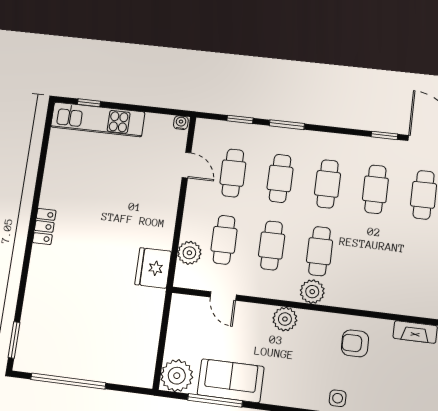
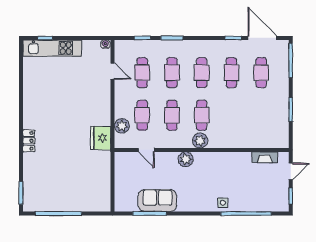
locker: (44, 226) -> (29, 141), moved
armchair: (355, 343) -> (230, 169), removed
plant: (177, 376) -> (124, 202), removed

